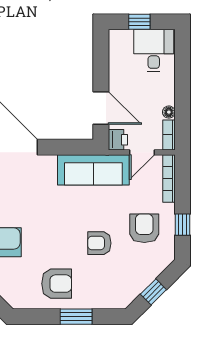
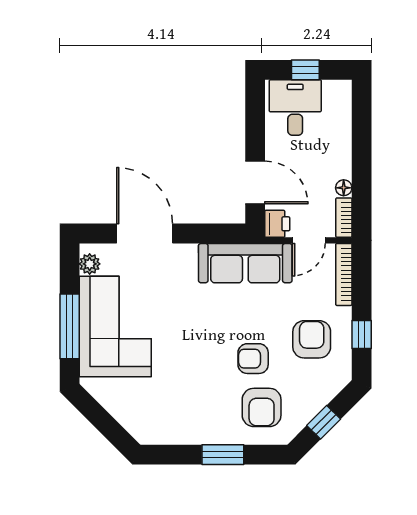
desk: (154, 51) -> (295, 108), moved
armchair: (57, 284) -> (262, 407), moved, turned 90

